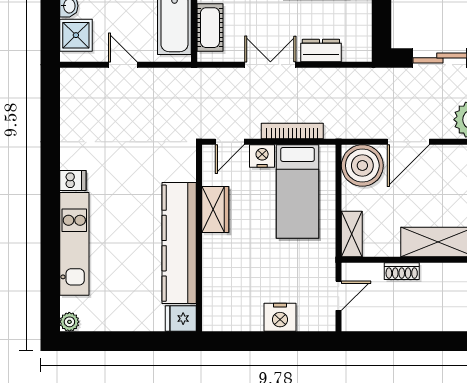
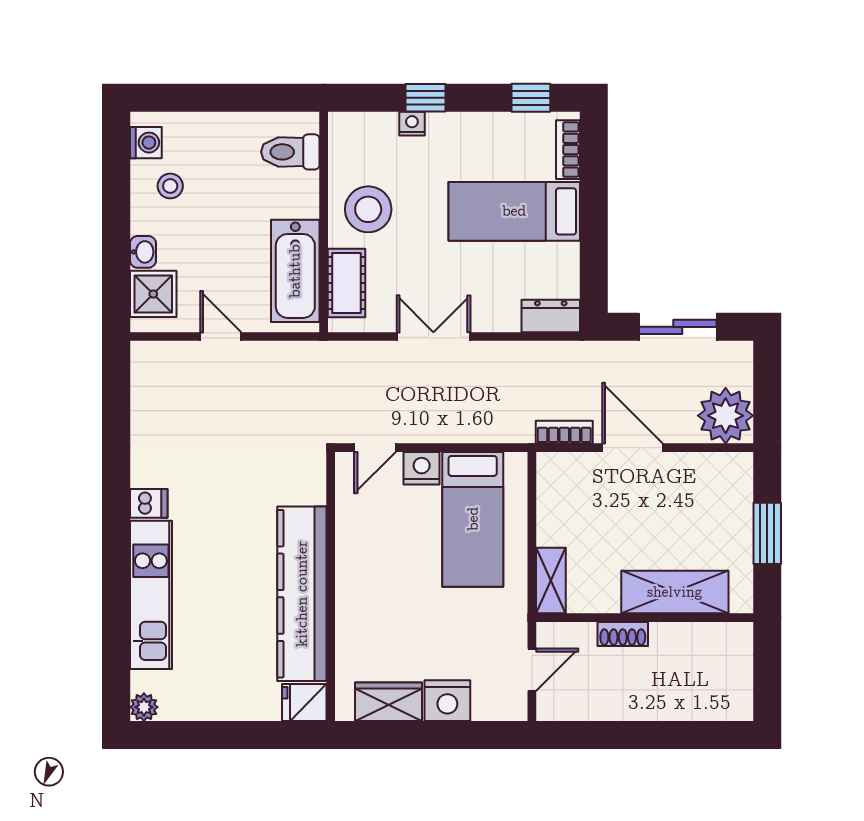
dresser: (321, 50) -> (551, 316), moved
bookcase: (292, 131) -> (564, 432), moved, width x0.64
door: (408, 142) -> (632, 448), swing flipped
boiler: (362, 166) -> (566, 482), removed
wardrobe: (215, 210) -> (389, 702), moved, turned -90

